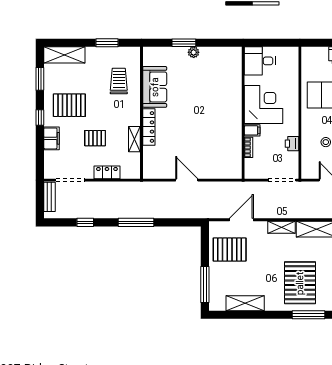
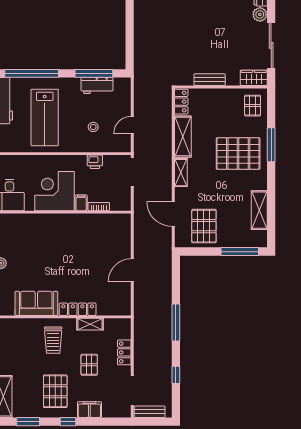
trolley: (119, 81) -> (53, 340), moved, turned -90

